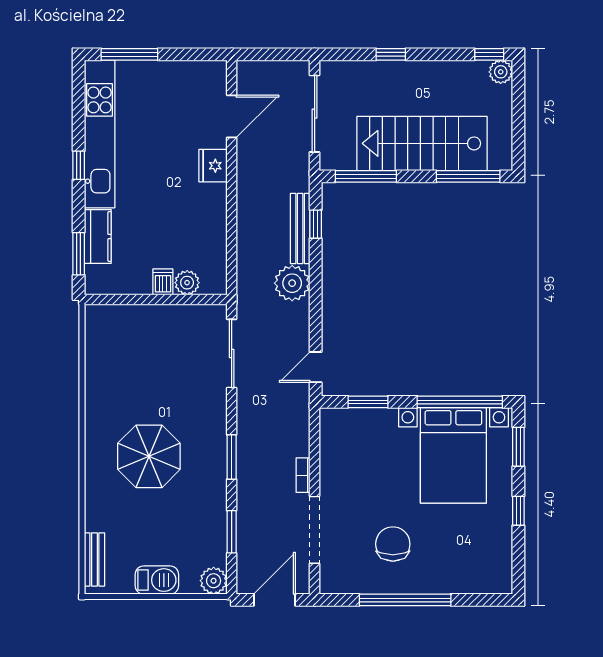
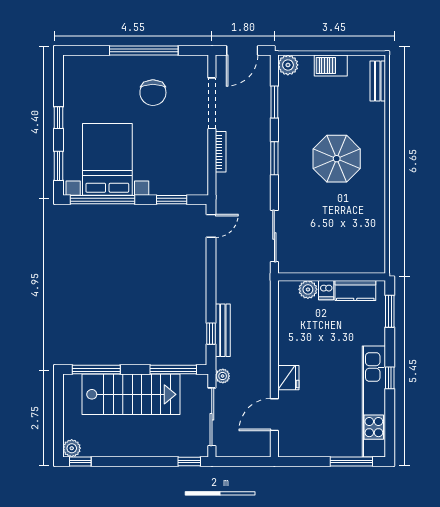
window: (391, 54) -> (189, 461), moved
kitchen counter: (98, 237) -> (355, 290), moved, turned -90
plant: (292, 283) -> (223, 376), moved, width x0.53, depth x0.53
bookcase: (303, 475) -> (221, 152), width x1.56

